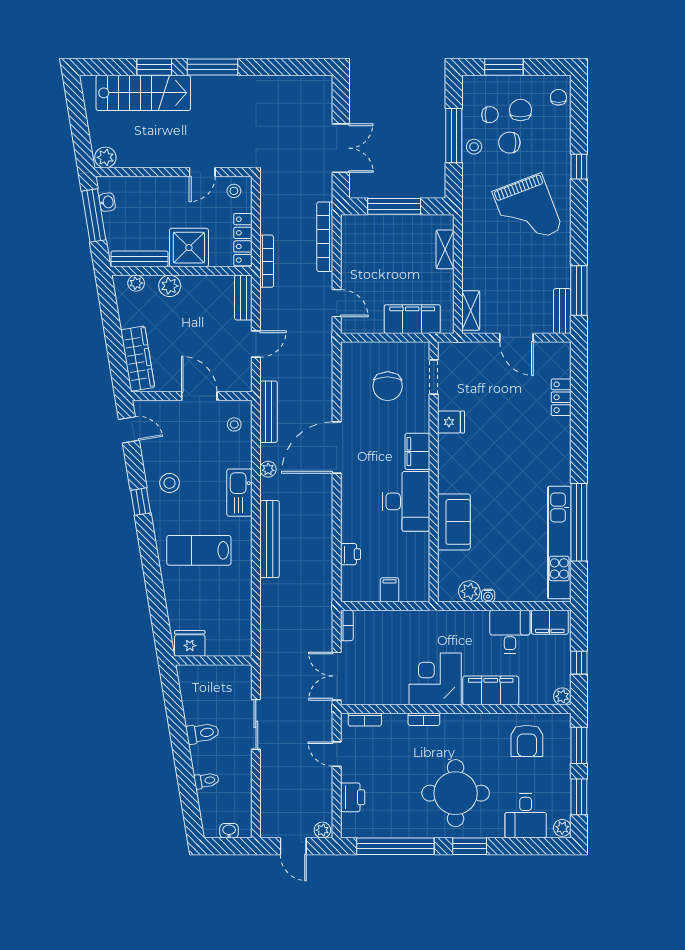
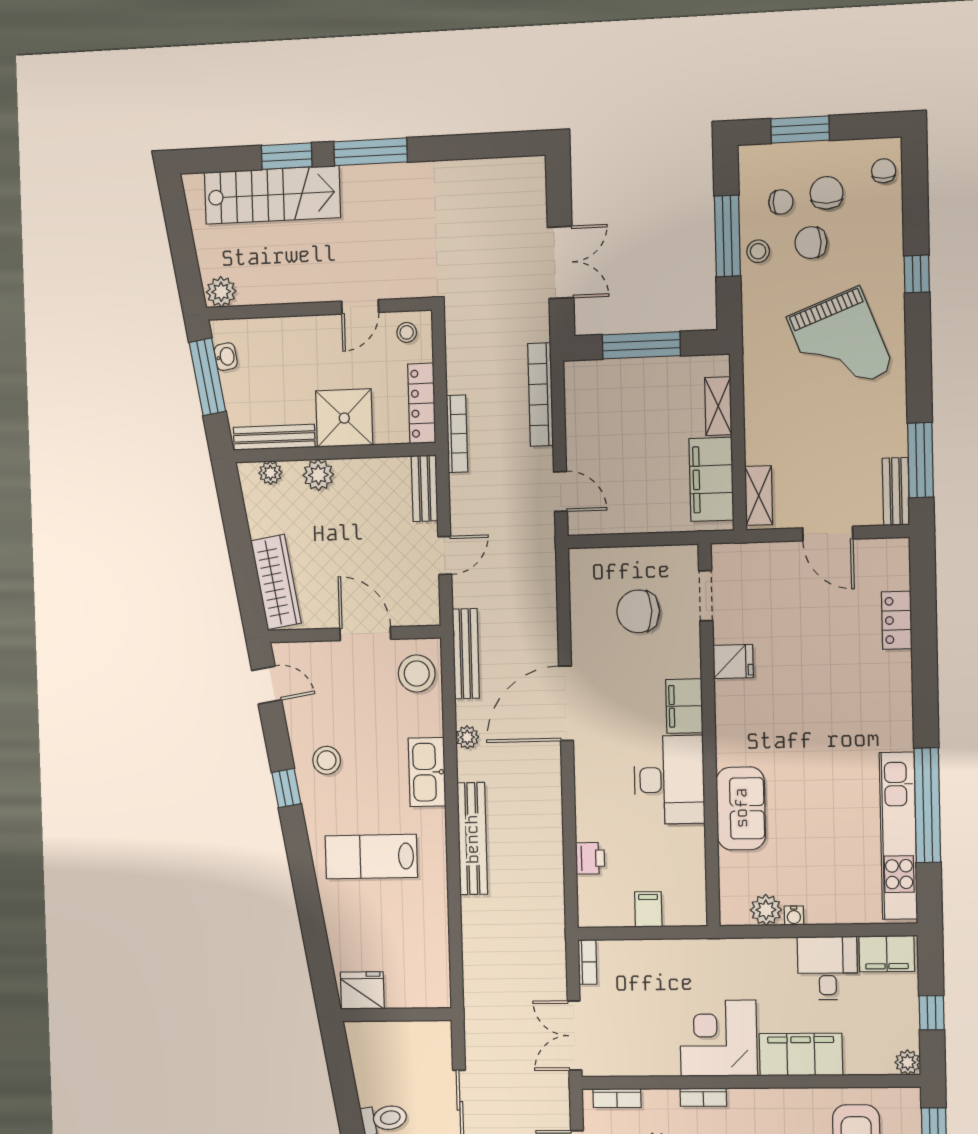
filing cabinet: (412, 319) -> (711, 479), moved, turned -90
chair: (388, 386) -> (638, 611), turned 90
stool: (234, 424) -> (417, 674), width x1.89, depth x1.89

